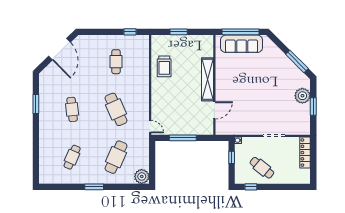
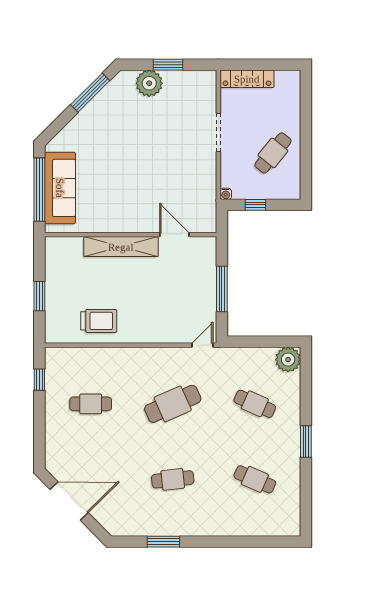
cafe table: (116, 157) -> (255, 404), width x0.73, depth x0.74
window: (251, 187) -> (306, 172), removed

